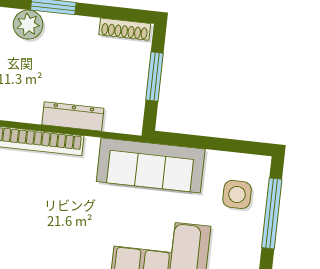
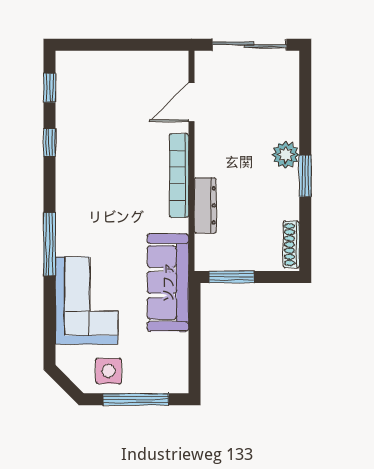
window: (154, 77) -> (232, 277), moved
side table: (237, 194) -> (109, 371), moved

